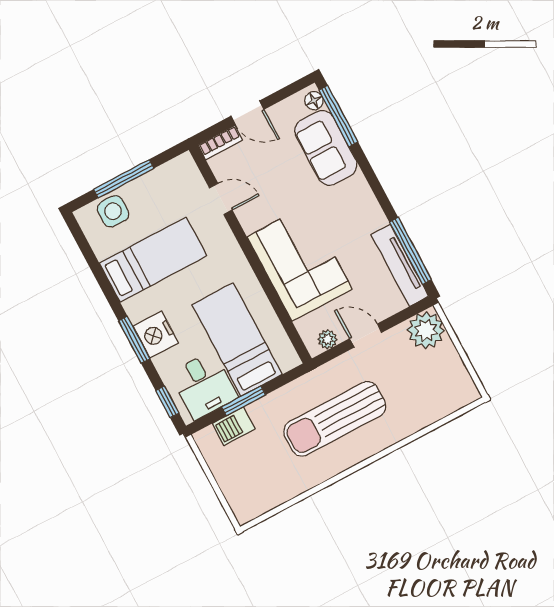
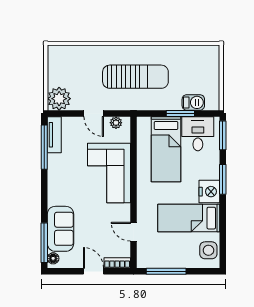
window: (124, 179) -> (166, 271), moved
side table: (113, 211) -> (208, 250), moved
tv unit: (400, 265) -> (54, 135), width x0.71
nightstand: (156, 335) -> (209, 192), moved
window: (167, 402) -> (223, 135), width x1.50

